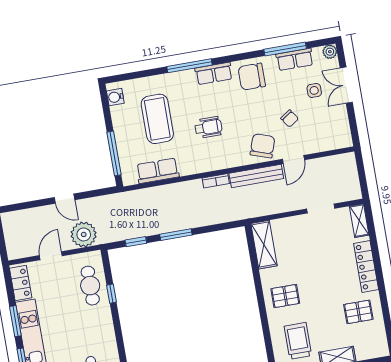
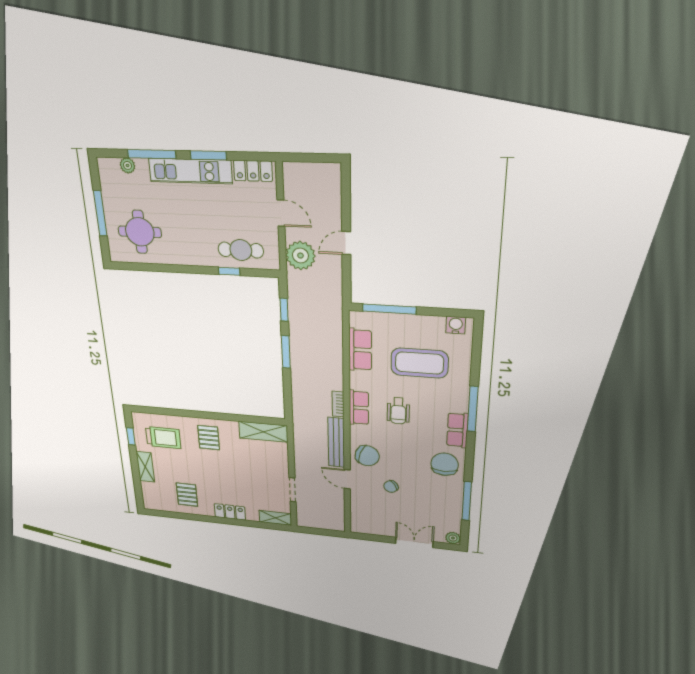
row of seats: (295, 59) -> (359, 408), moved, turned 180
side table: (314, 90) -> (416, 515), removed
locker: (366, 266) -> (230, 512), width x0.66

